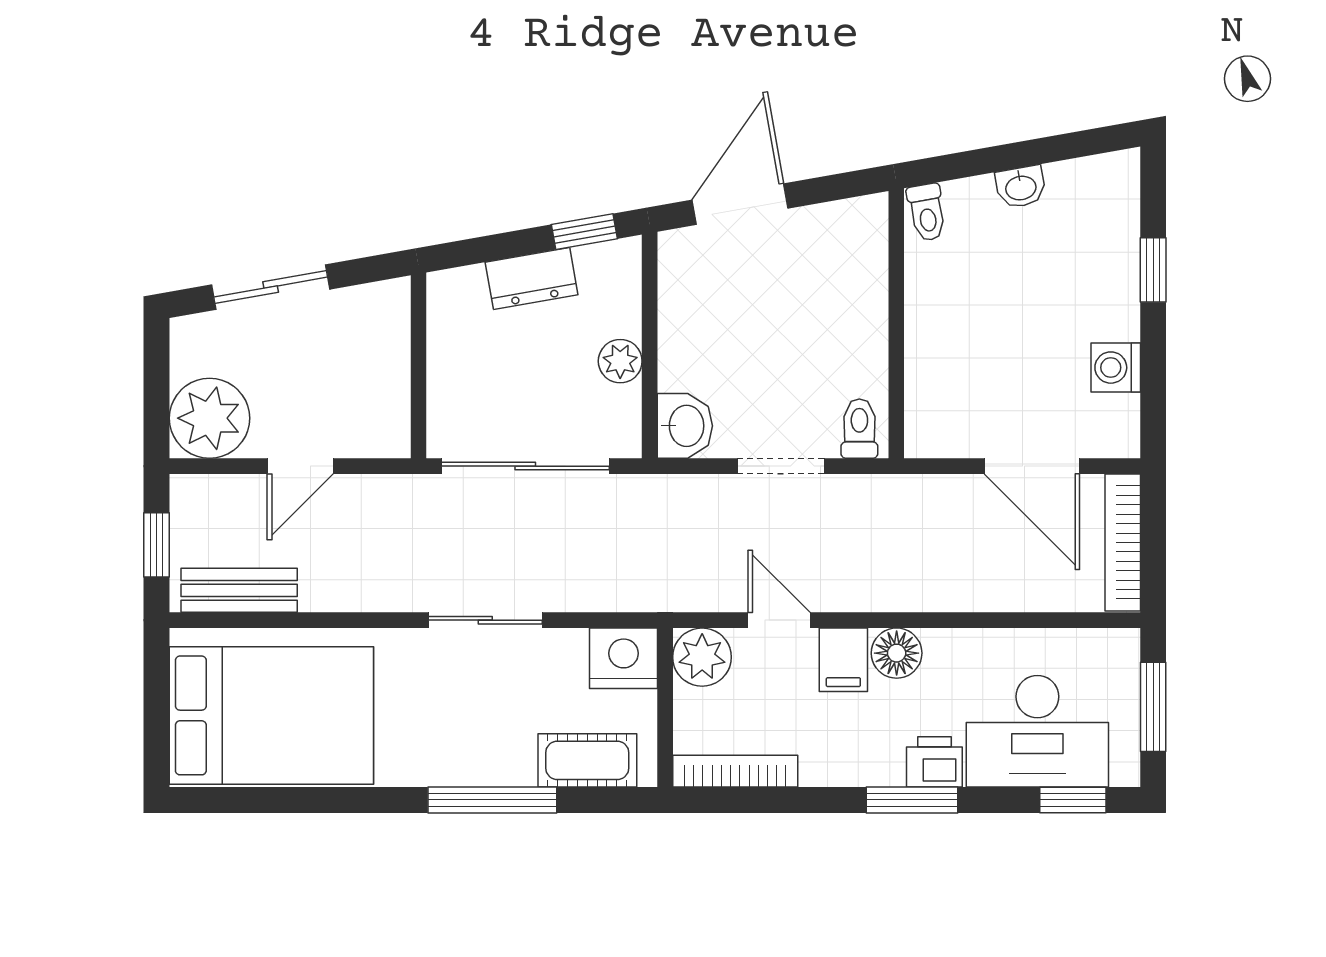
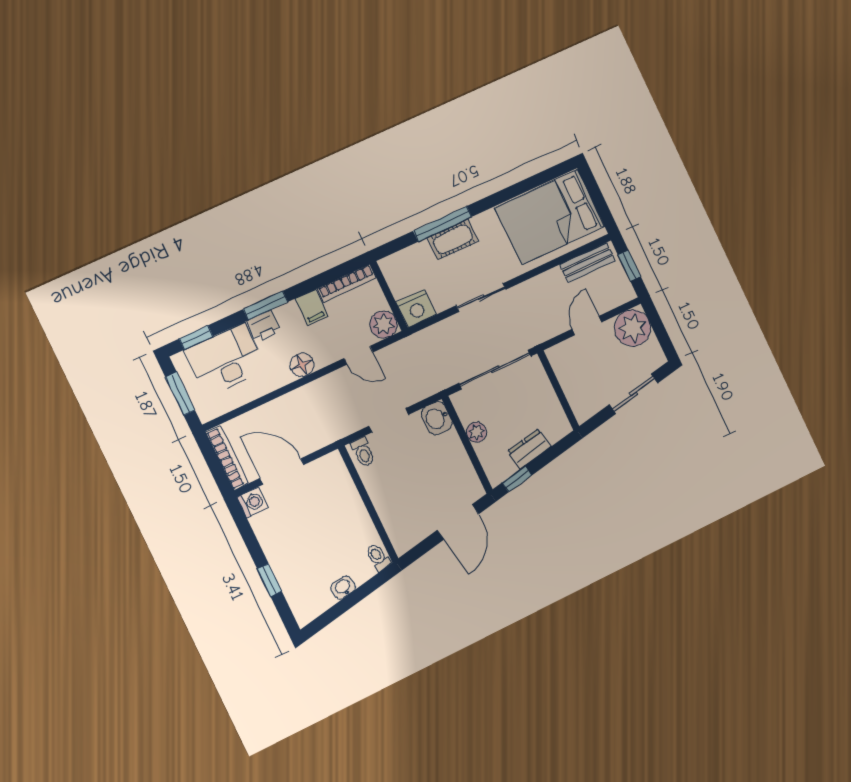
washing machine: (1116, 368) -> (252, 503), moved
filing cabinet: (843, 660) -> (311, 307), moved, turned 180
cot: (587, 760) -> (453, 239), moved

